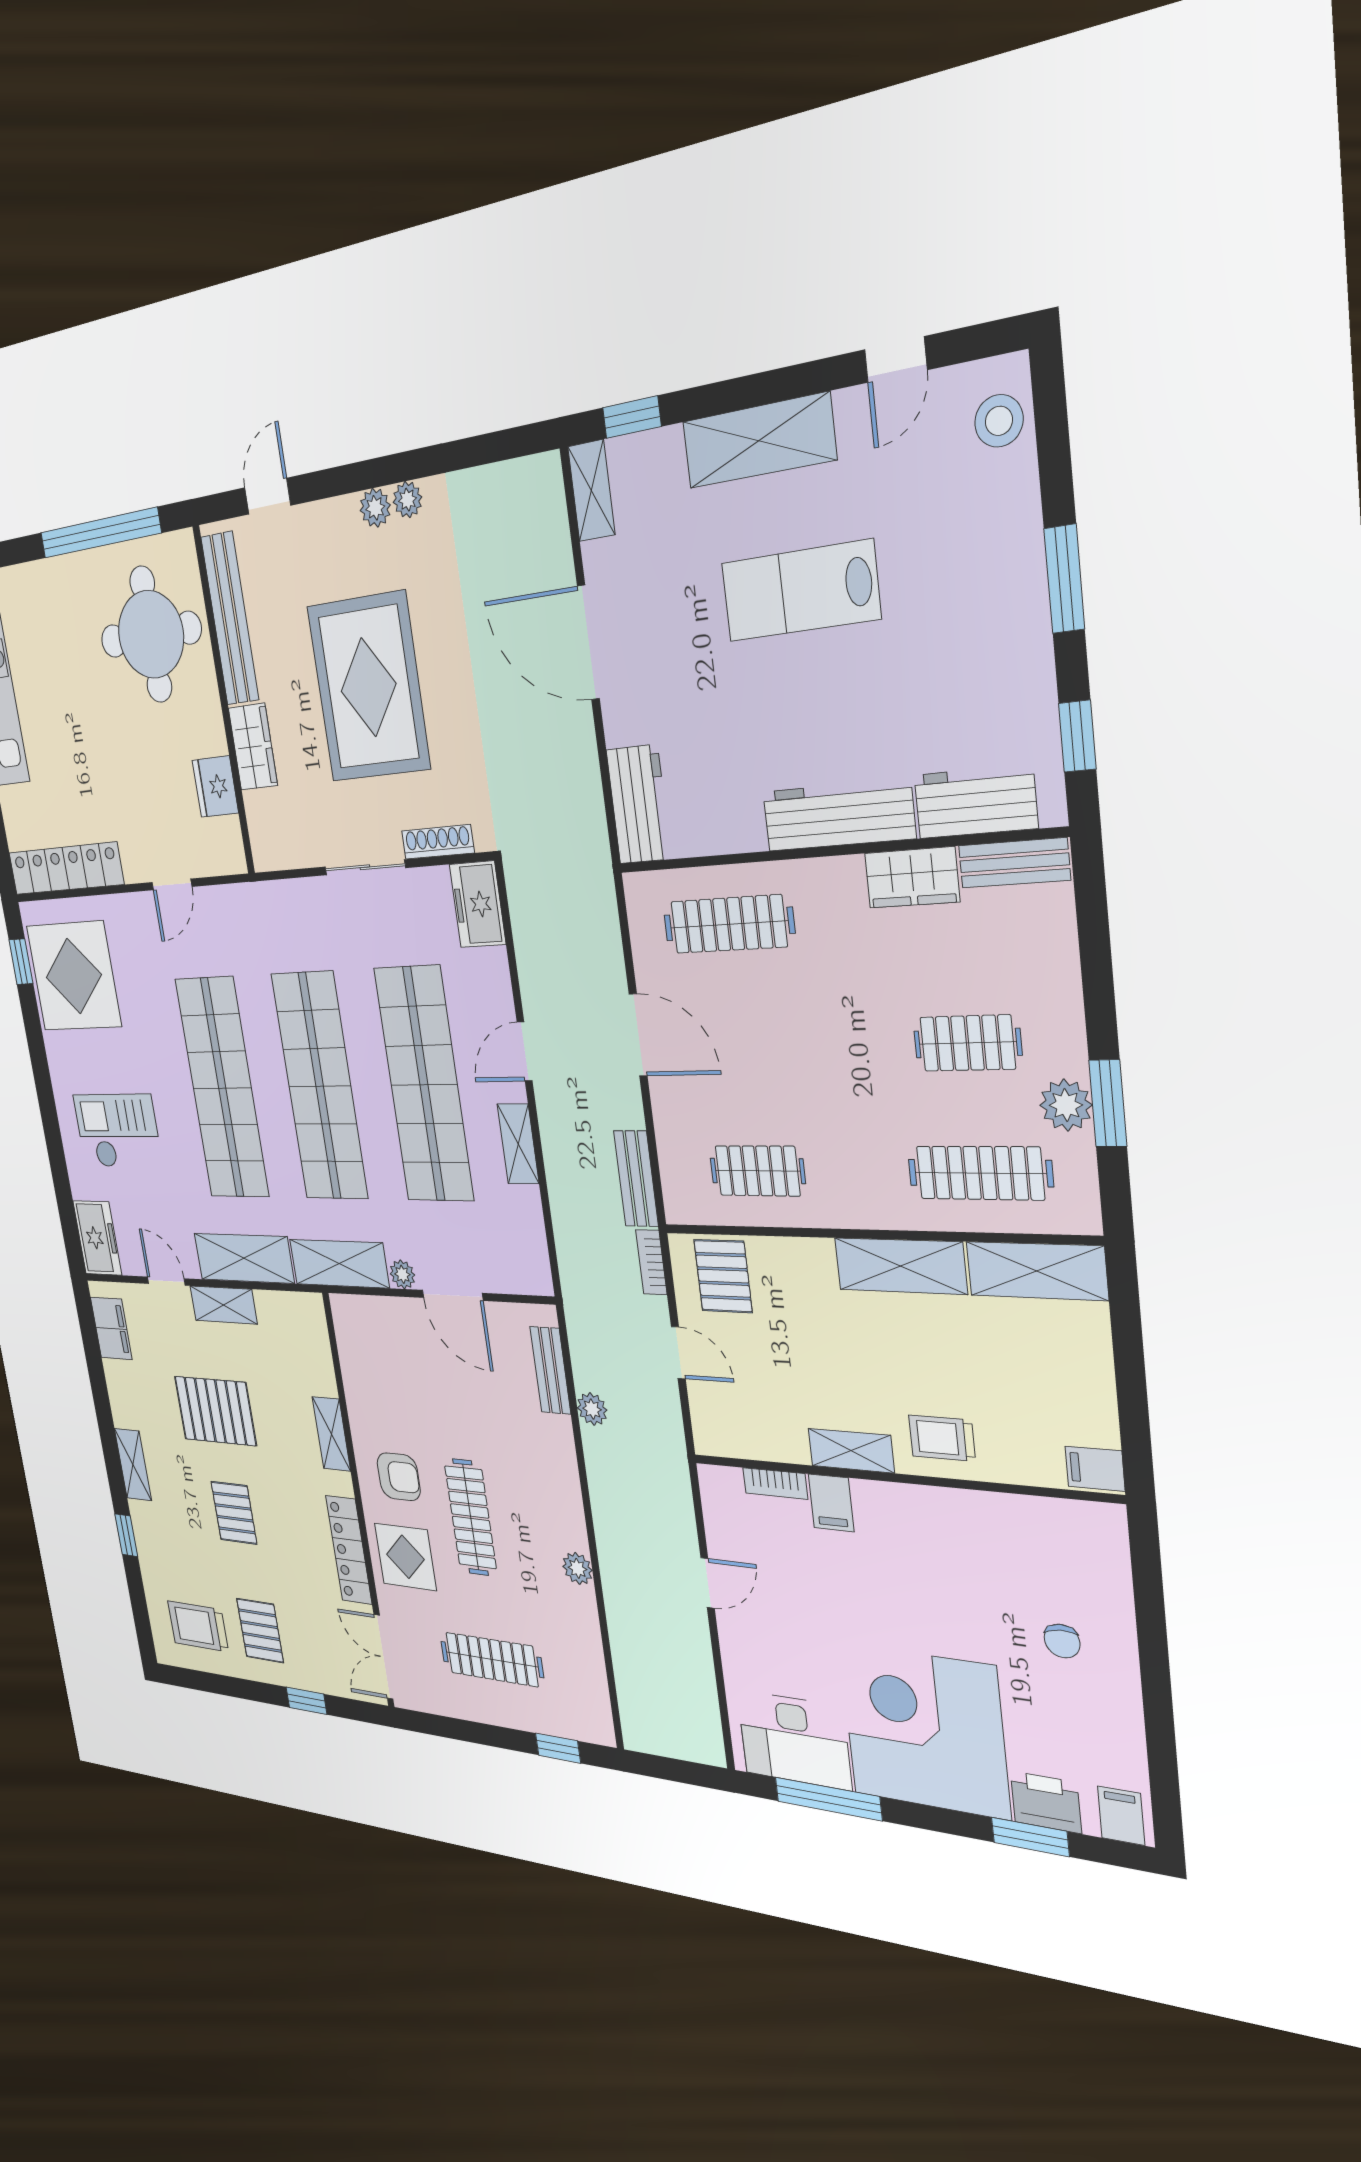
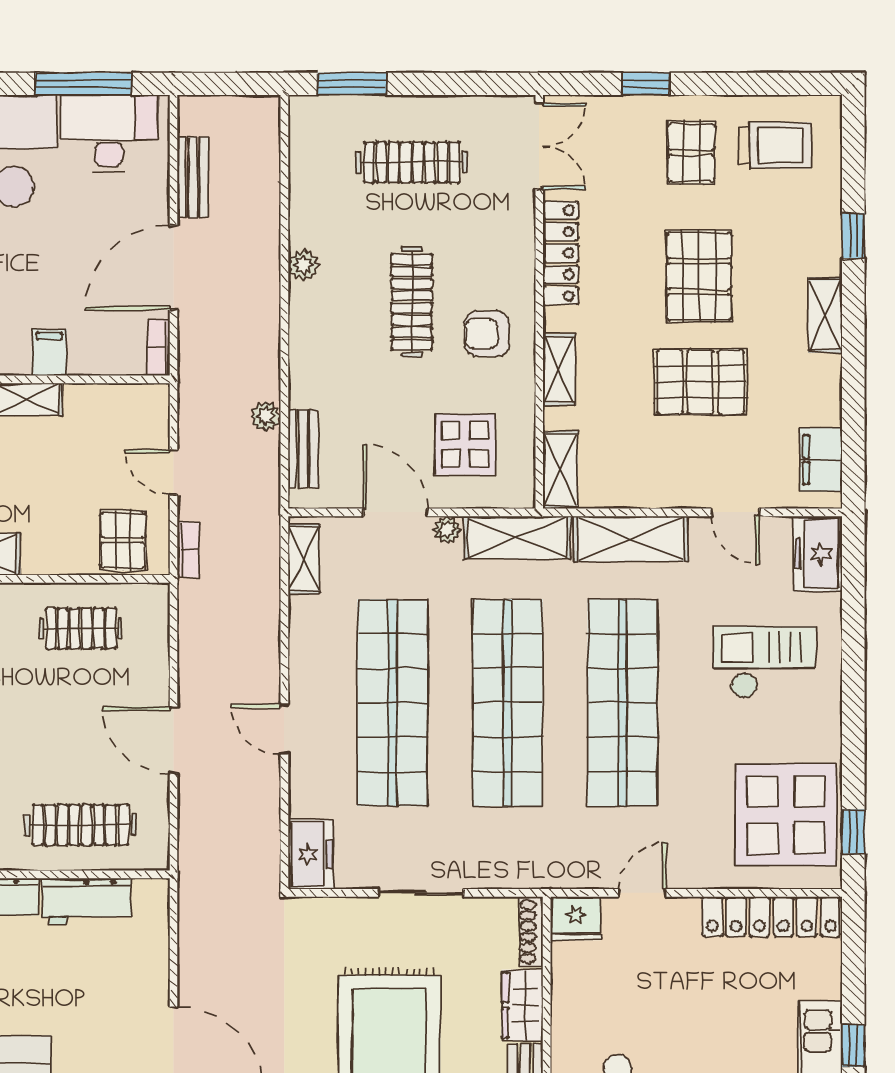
fridge: (215, 787) -> (576, 918), moved, turned 90
workbench: (639, 804) -> (86, 901), moved, turned -90
shoe rack: (438, 842) -> (531, 932), moved, turned 90
door: (525, 1052) -> (284, 729), swing flipped
checkout: (118, 1131) -> (764, 662), turned 180
shelving: (518, 1144) -> (304, 559), moved
bench: (636, 1179) -> (193, 177), moved
shelving: (223, 1305) -> (560, 470), moved, turned 90
bookcase: (775, 1483) -> (159, 348), moved, turned -90
pallet: (234, 1513) -> (699, 276), width x1.50, depth x1.42
display table: (405, 1557) -> (465, 444), moved
door: (708, 1583) -> (174, 268), width x1.87
window: (558, 1748) -> (352, 84), width x1.50

